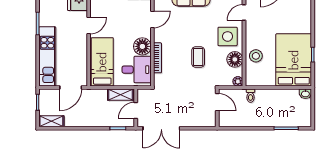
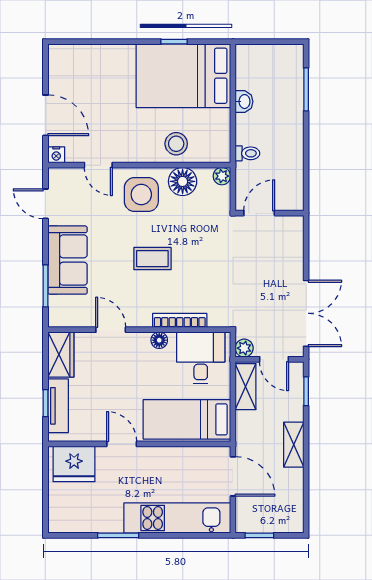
floor lamp: (142, 46) -> (159, 340), width x0.53, depth x0.53
coffee table: (198, 57) -> (152, 259), moved
plant: (142, 94) -> (244, 348), added
washbasin: (305, 94) -> (244, 102), moved
shelving: (51, 121) -> (294, 445), moved

